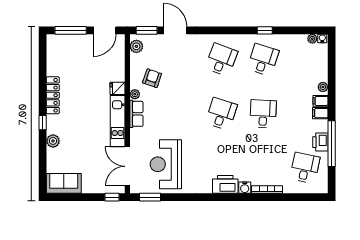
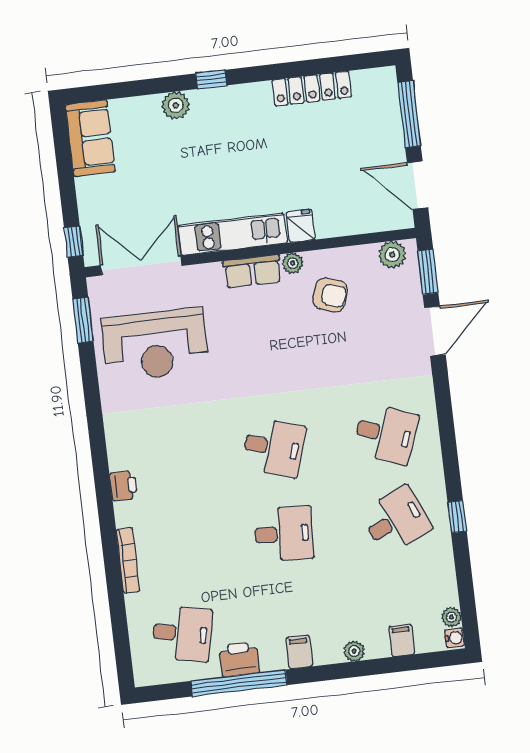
desk: (263, 60) -> (396, 520), turned -42
locker: (53, 95) -> (312, 88), moved
filing cabinet: (321, 101) -> (402, 640), moved
reception desk: (166, 164) -> (155, 345), turned 180
printer: (225, 184) -> (123, 486), width x0.53, depth x0.68
water cooler: (245, 188) -> (126, 514), removed

